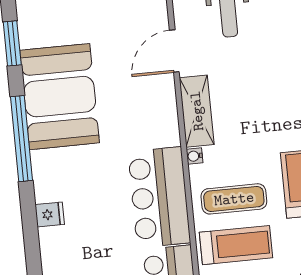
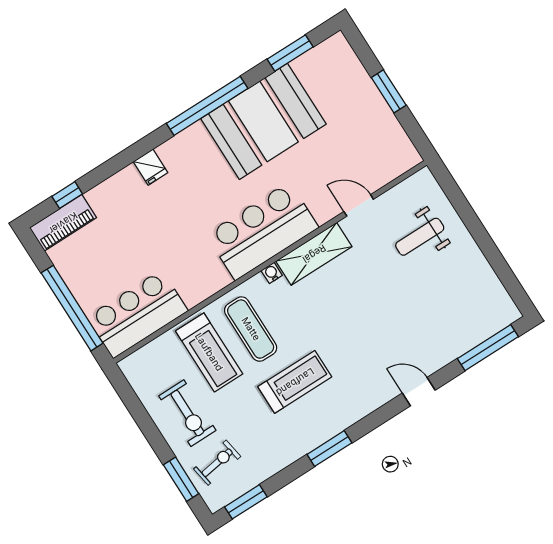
door: (174, 51) -> (359, 205), width x0.73
bar counter: (159, 197) -> (262, 231), moved

